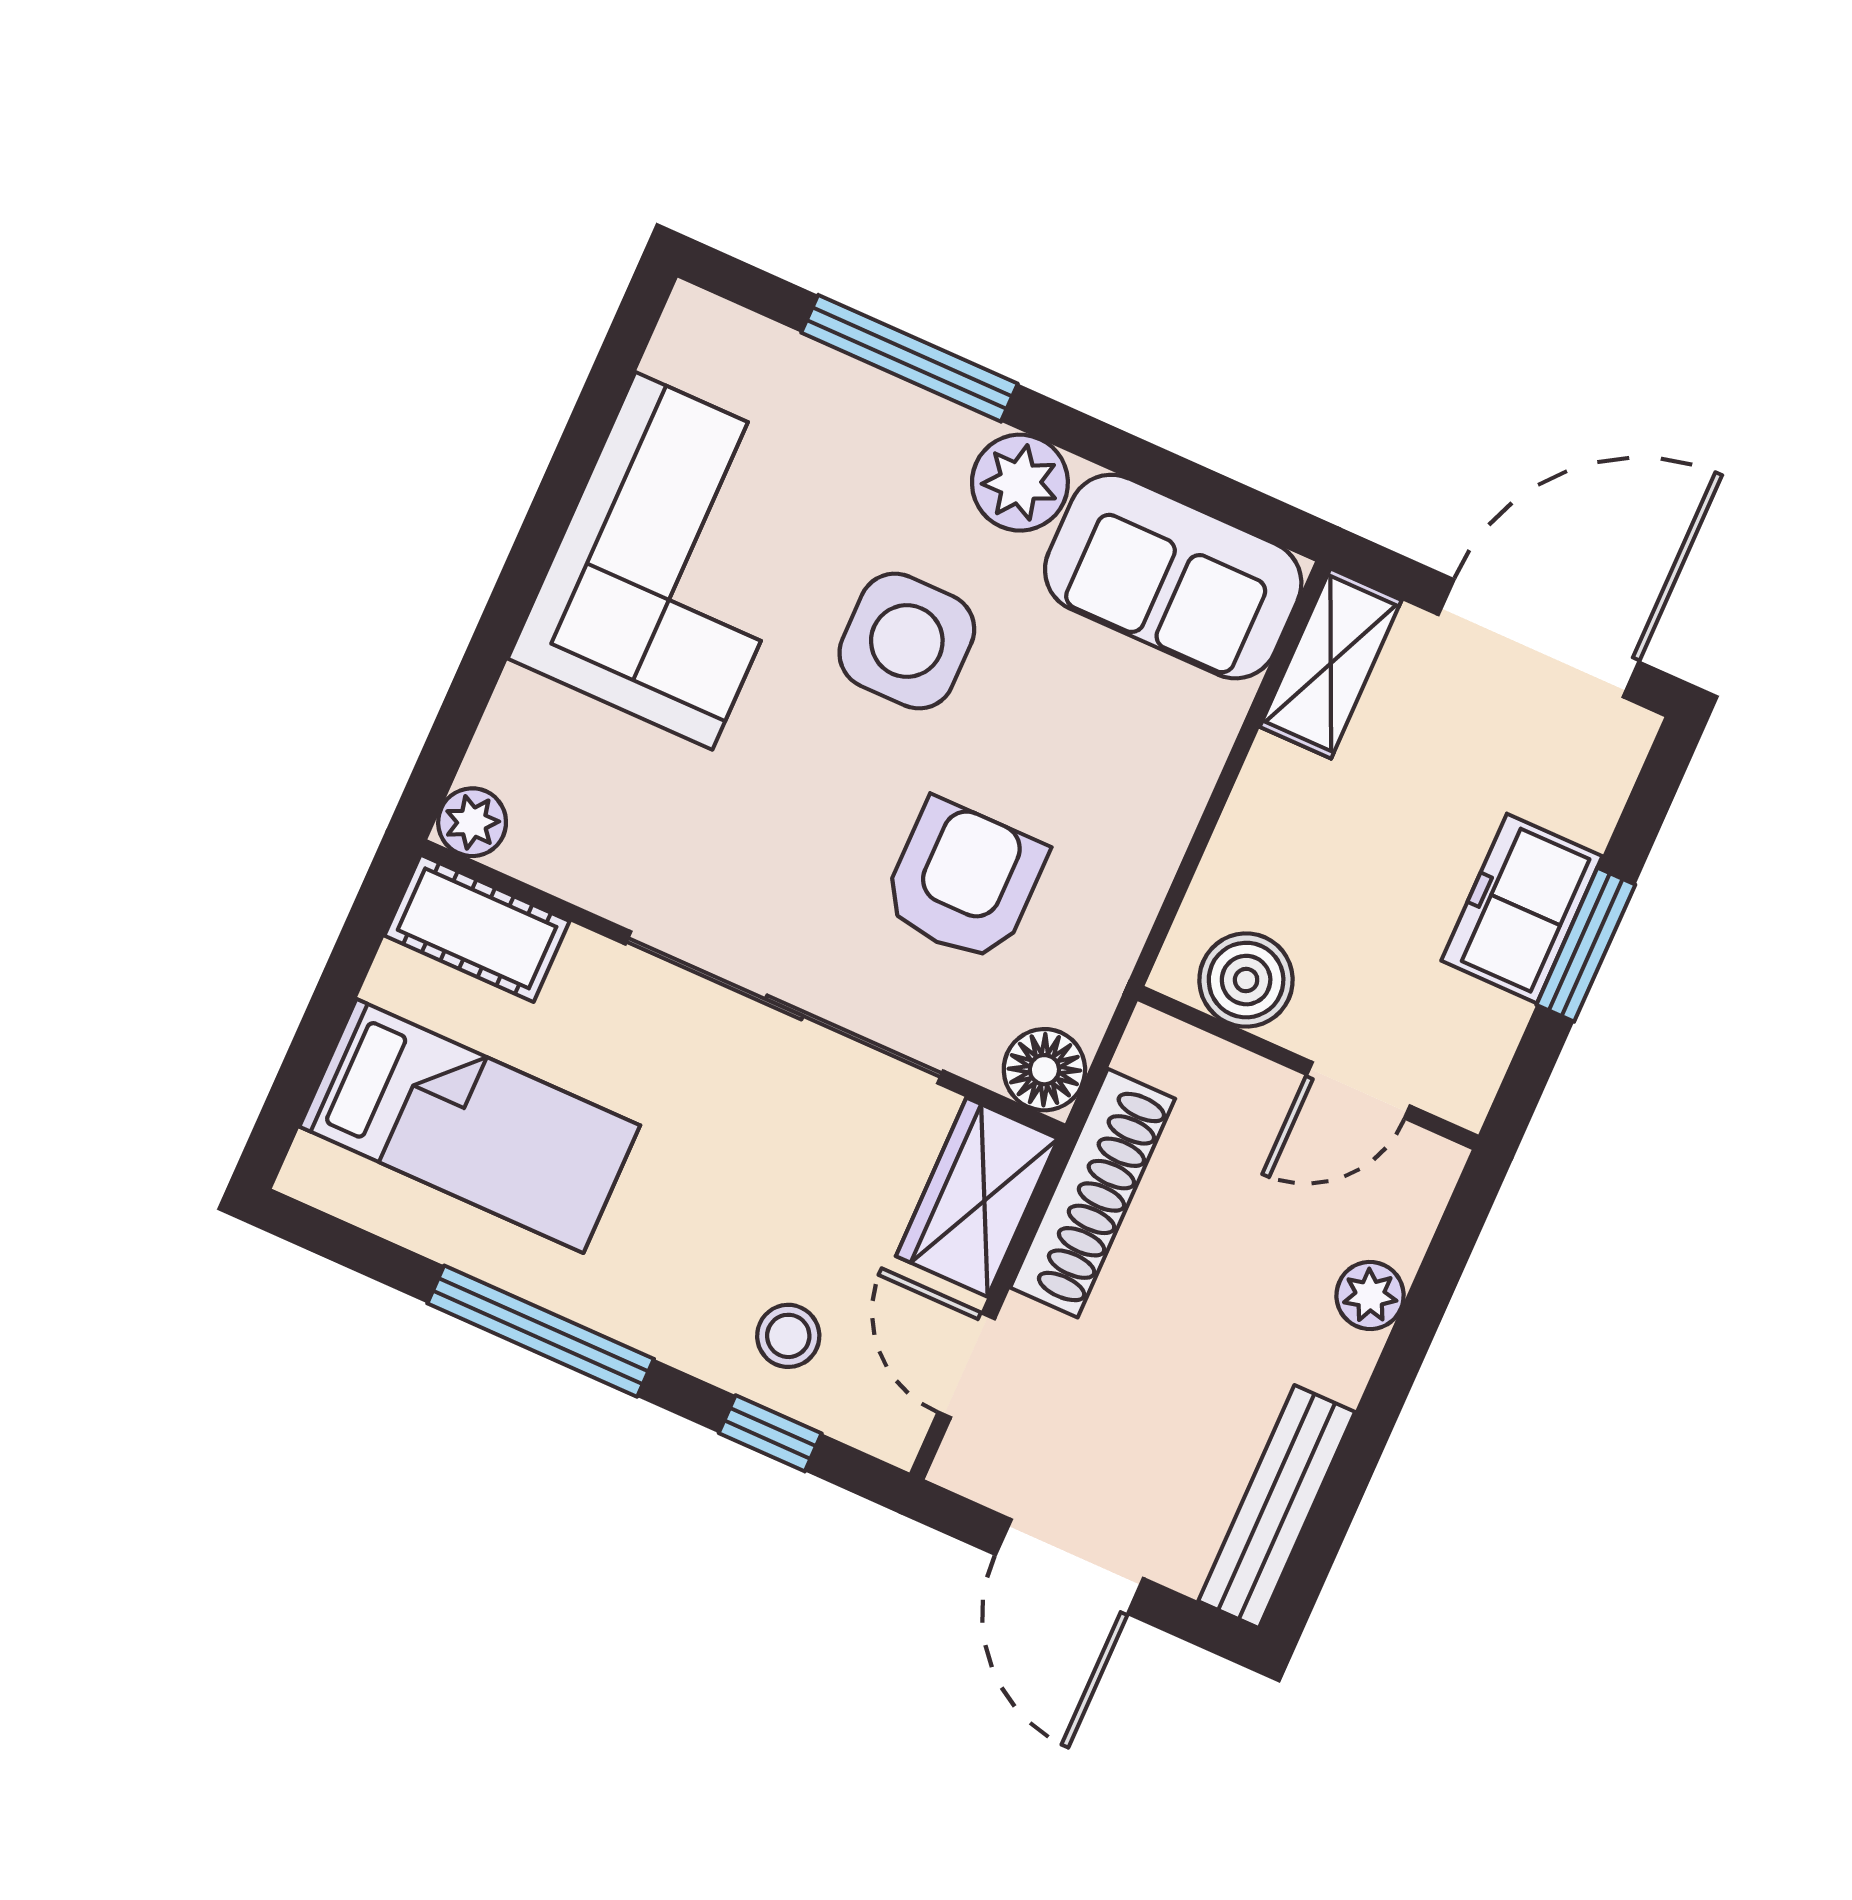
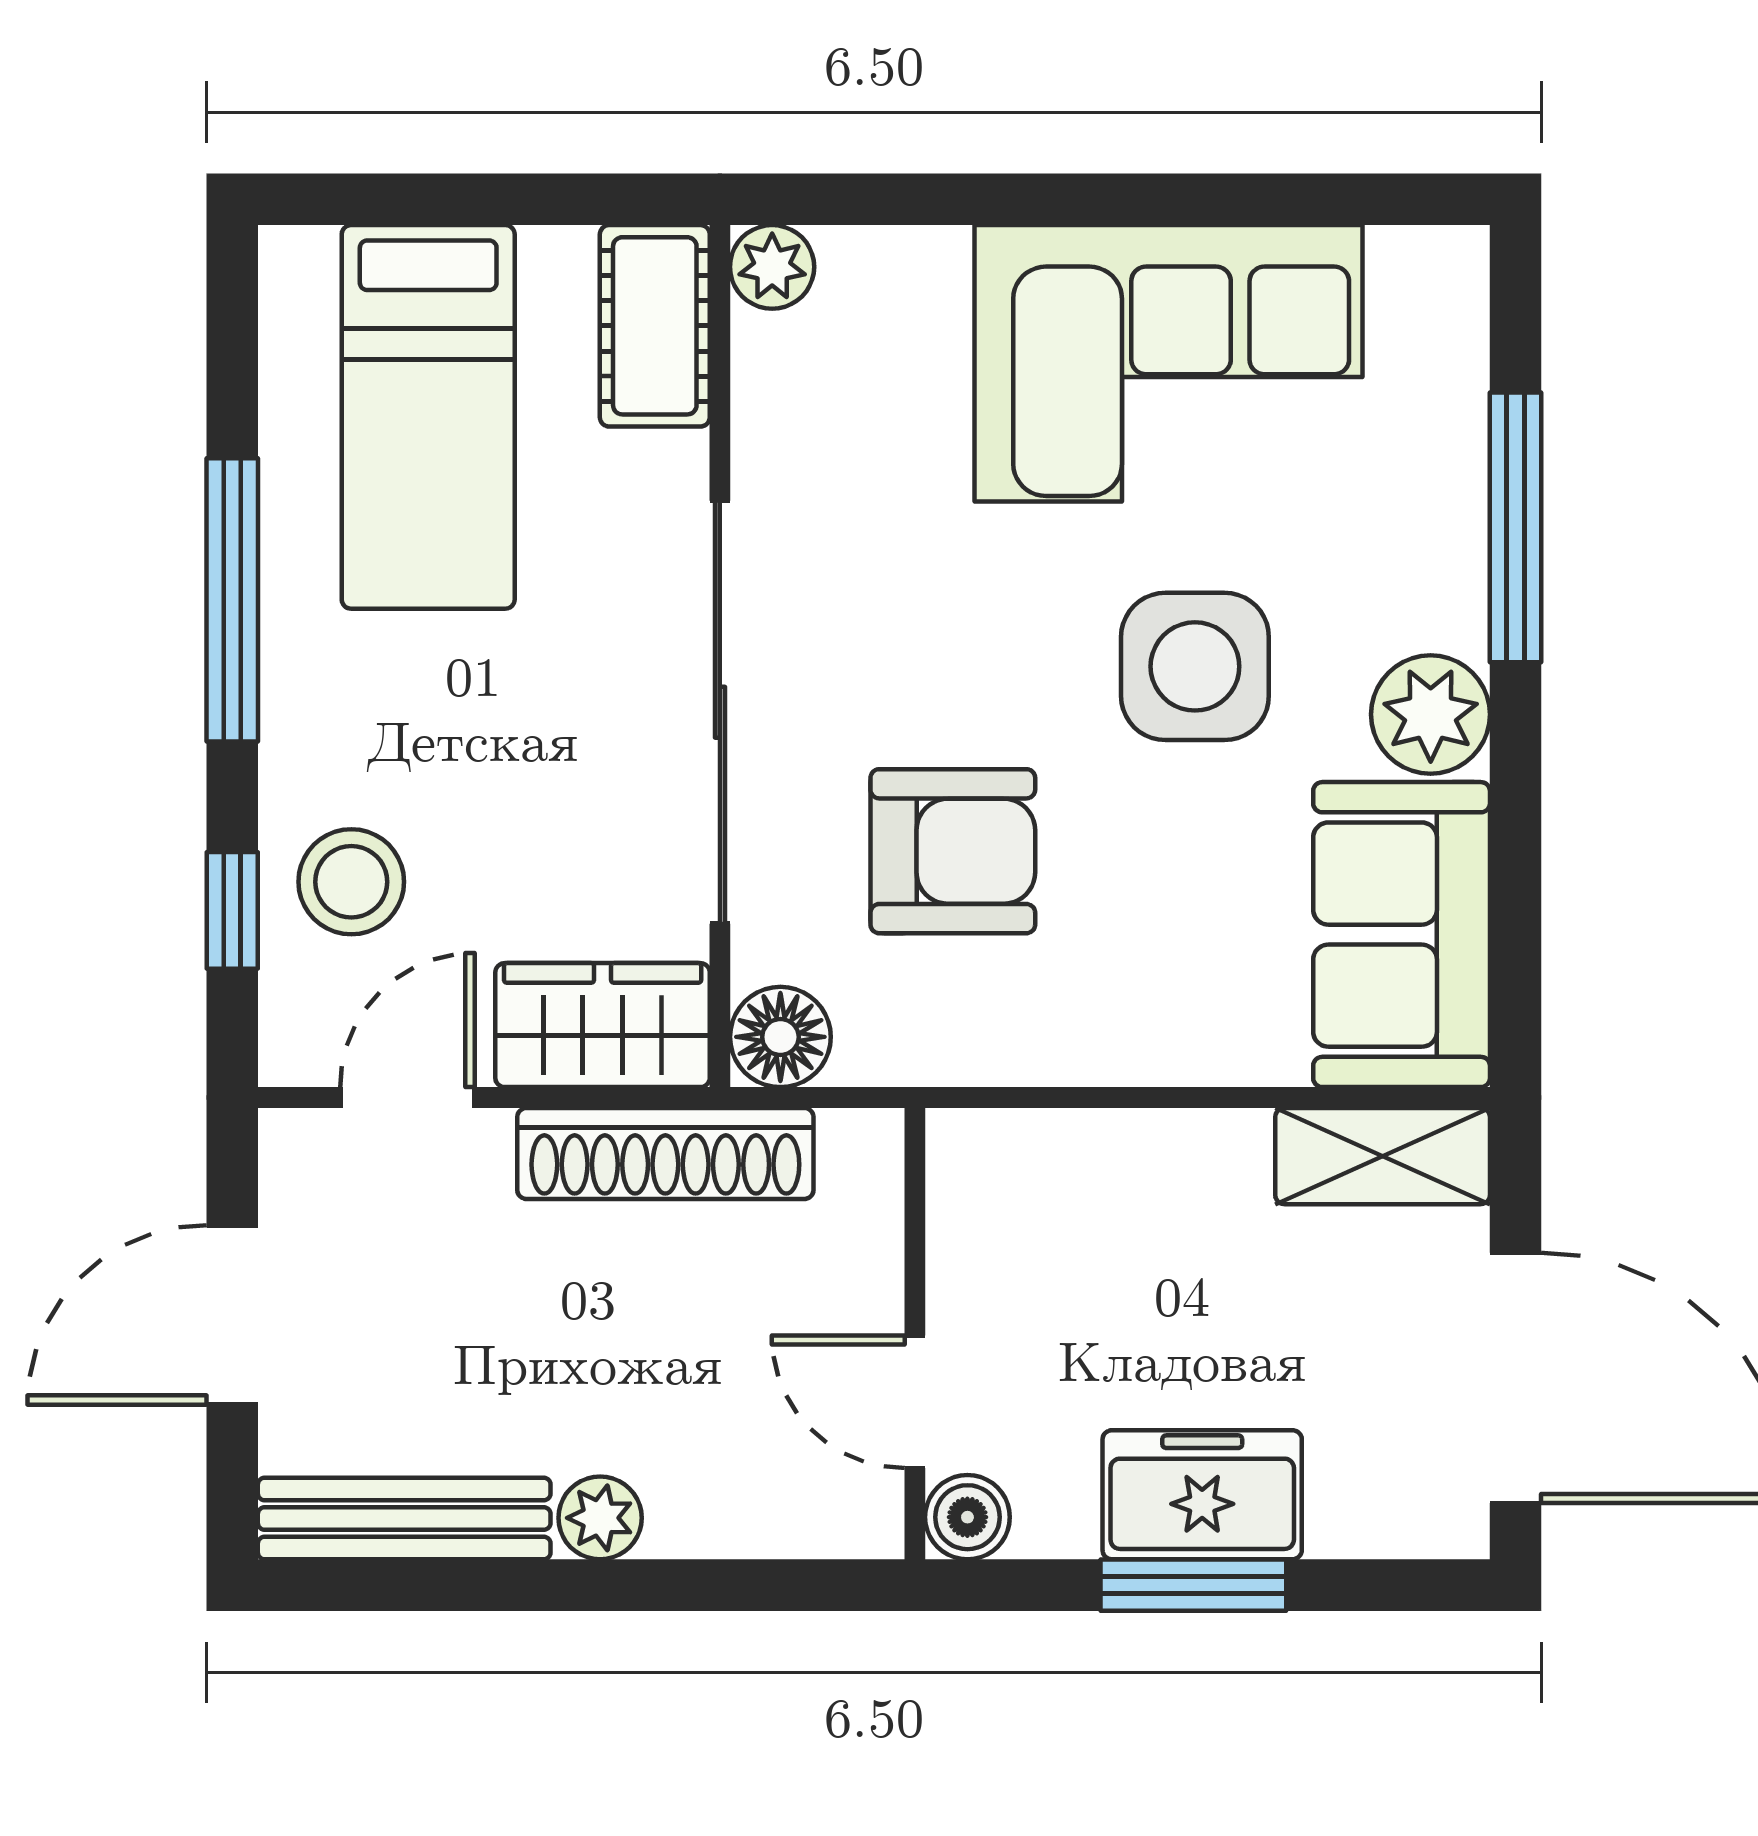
boiler: (1246, 980) -> (967, 1517), moved, width x0.73, depth x0.73
plant: (1370, 1295) -> (600, 1518), moved
stool: (788, 1336) -> (351, 882), width x1.37, depth x1.37

